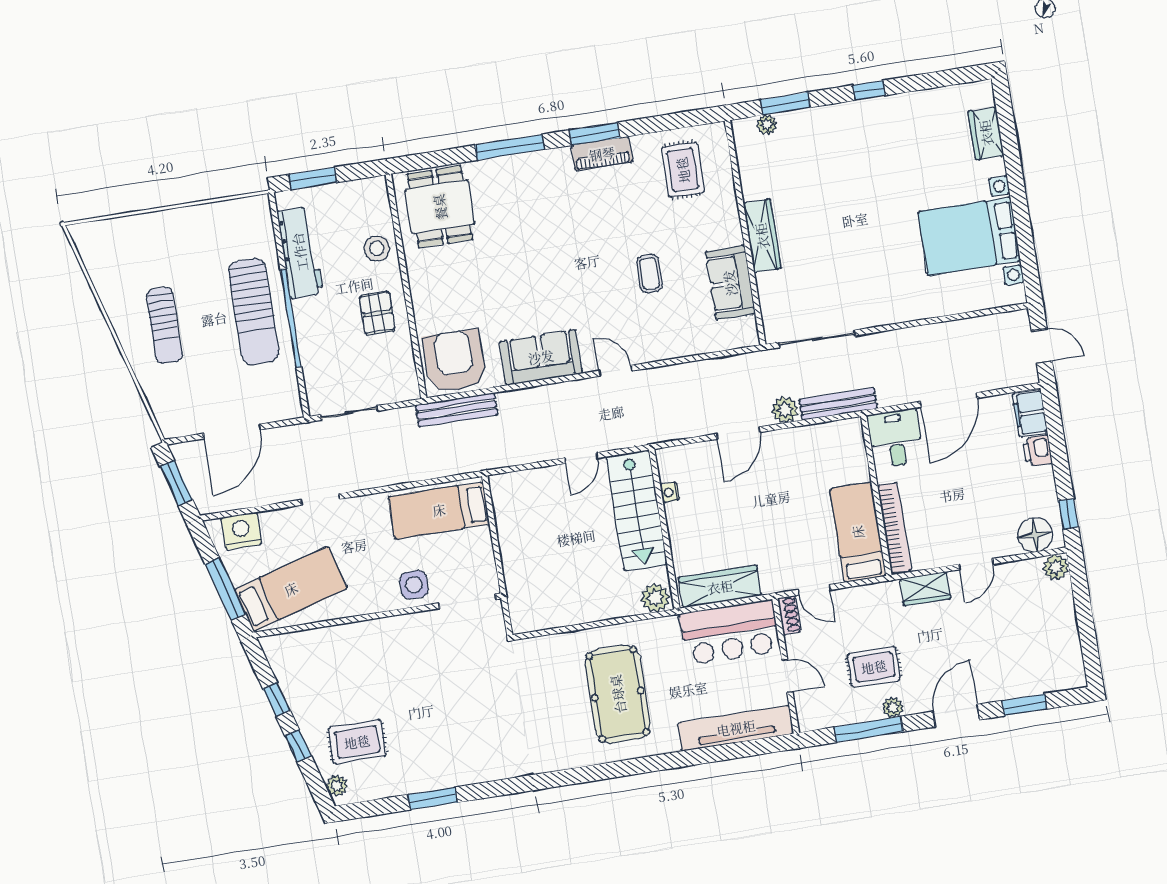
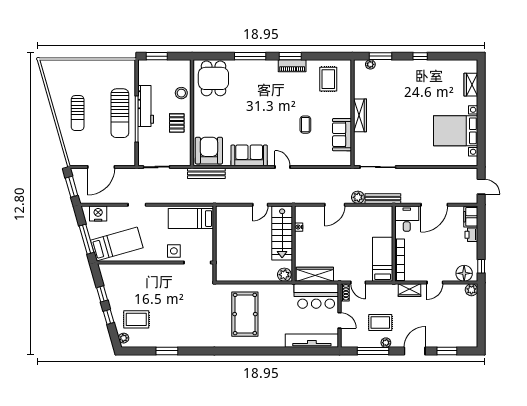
workbench: (300, 252) -> (146, 106), moved
pool table: (618, 694) -> (245, 314), moved

